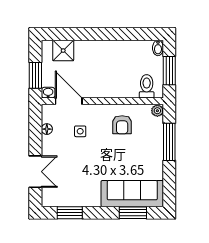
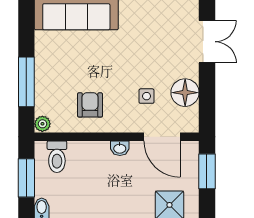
washbasin: (48, 93) -> (120, 148), moved
floor lamp: (47, 129) -> (185, 93), width x1.89, depth x1.89
double door: (35, 172) -> (207, 42), swing flipped

